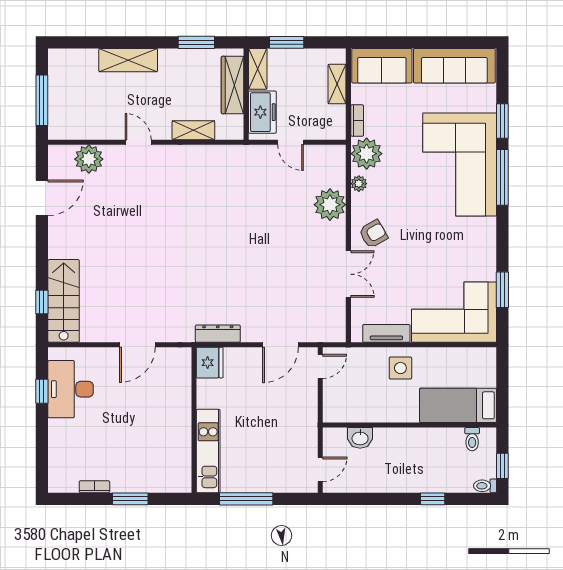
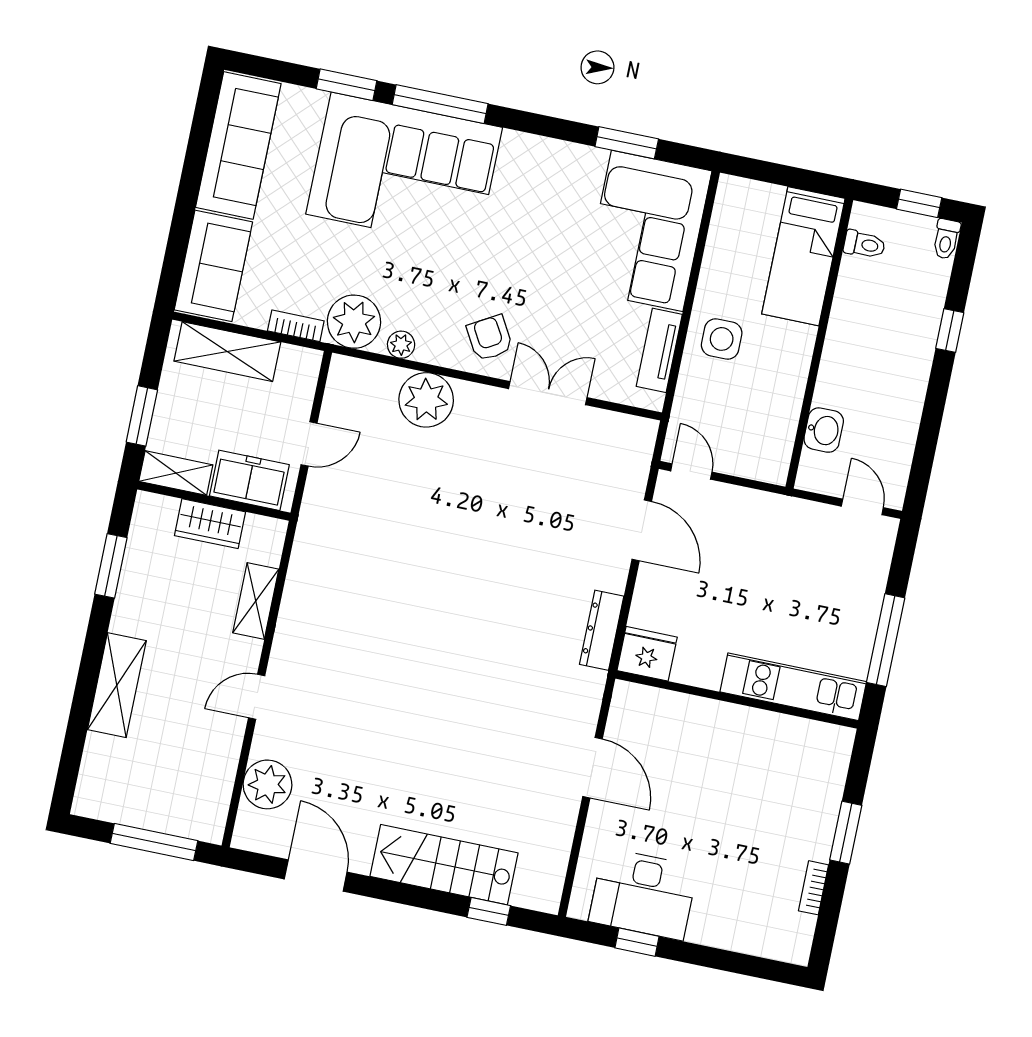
shelving: (337, 84) -> (227, 352), width x1.50, depth x1.33
wardrobe: (233, 85) -> (210, 524), width x0.67
stairs: (64, 301) -> (444, 865), moved

